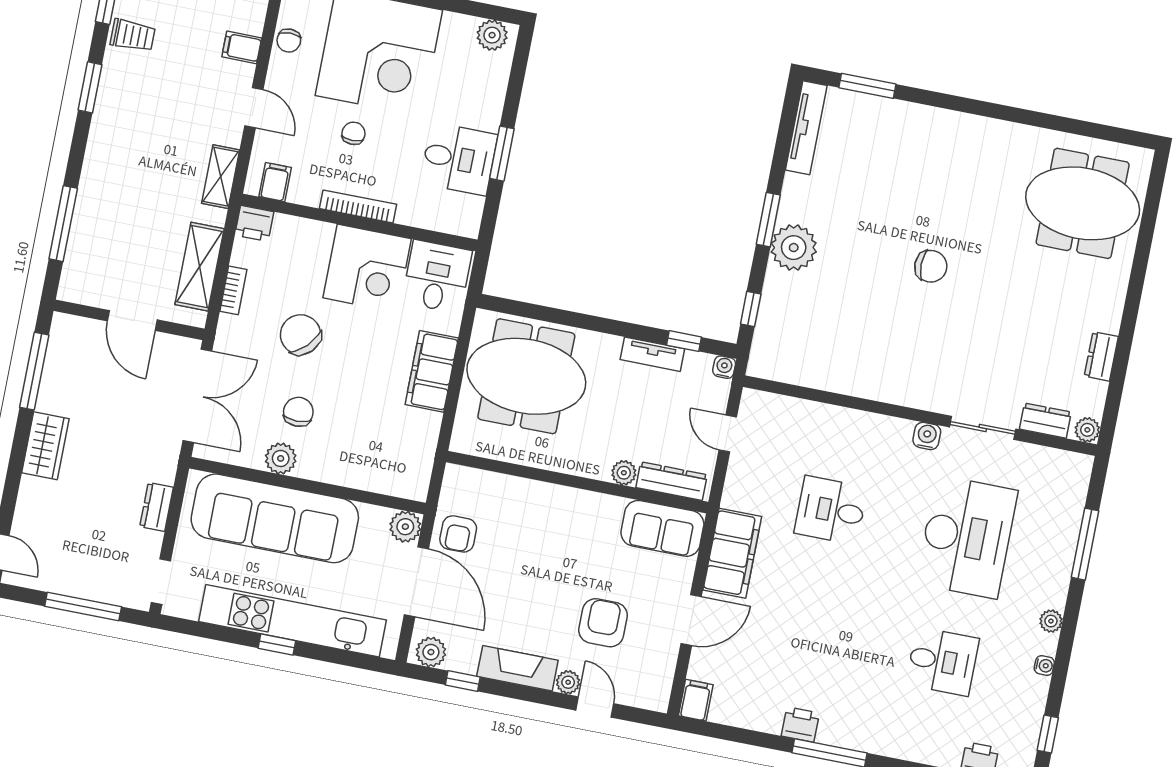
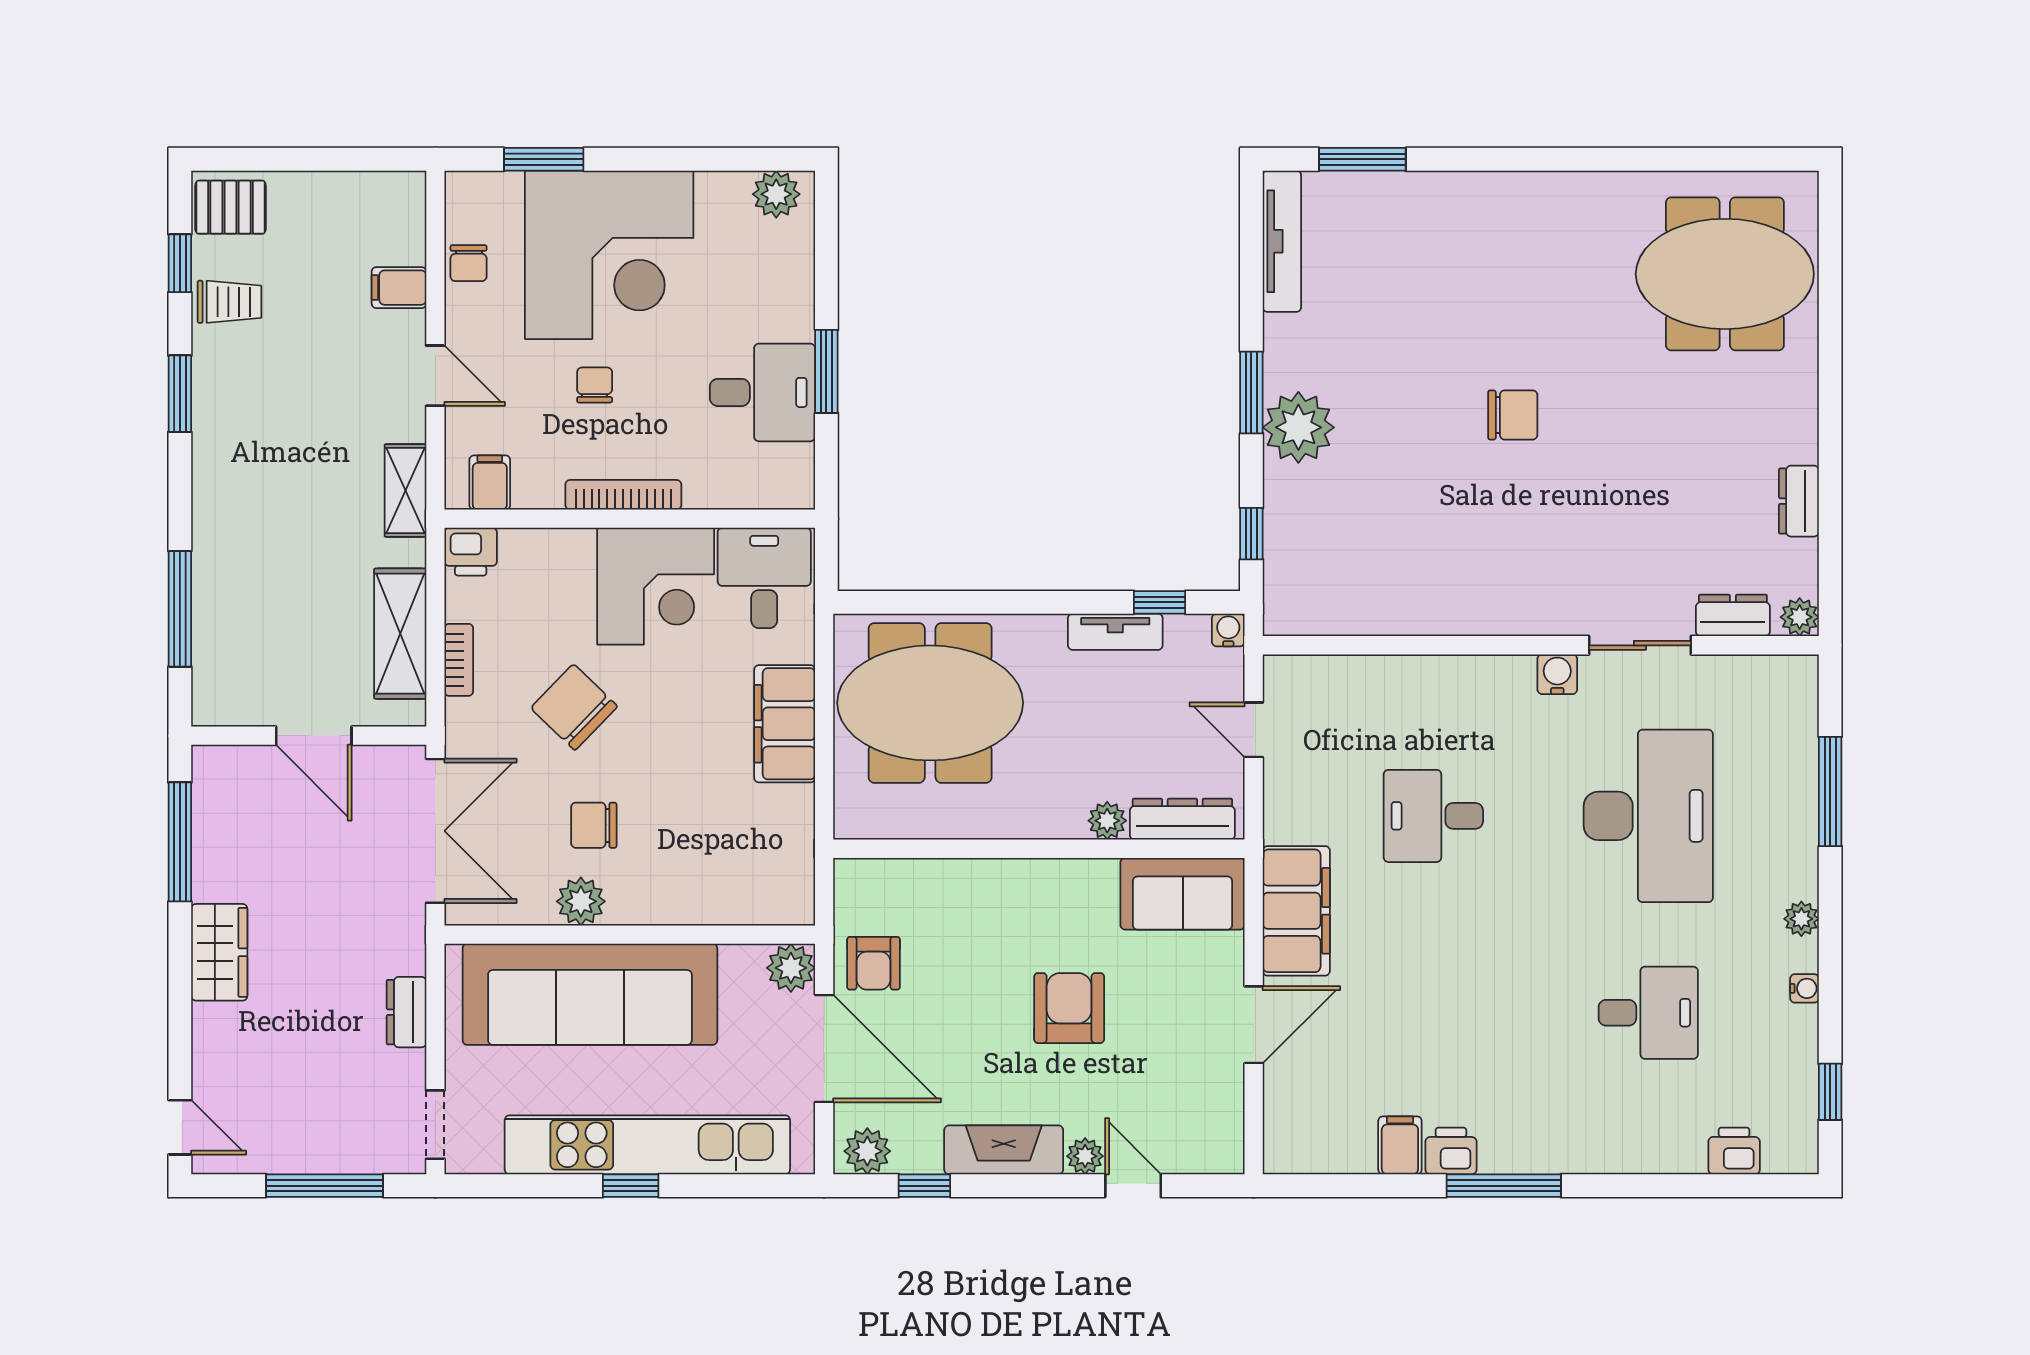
chair: (298, 412) -> (594, 825), turned -90
armchair: (603, 623) -> (1069, 1008), moved
filing cabinet: (696, 700) -> (1400, 1145), moved

